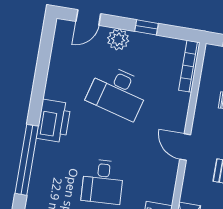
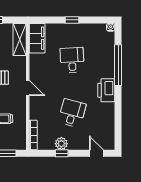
door: (88, 18) -> (96, 153), hinge flipped
plant: (118, 39) -> (61, 144), moved
desk: (118, 92) -> (72, 113), width x0.73

